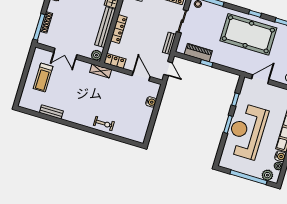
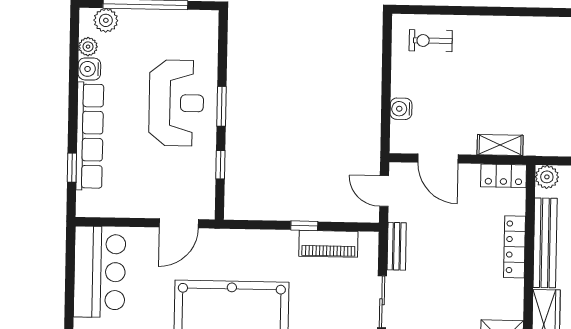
shelving: (101, 71) -> (500, 145), moved
exercise bike: (104, 124) -> (431, 41), moved
reception desk: (247, 131) -> (176, 103), width x0.74, depth x0.77

